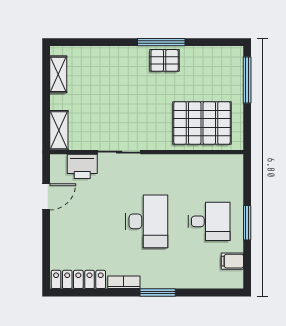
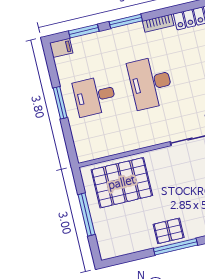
window: (247, 80) -> (86, 215), moved
filing cabinet: (232, 261) -> (61, 48), moved
window: (204, 293) -> (84, 31), added

